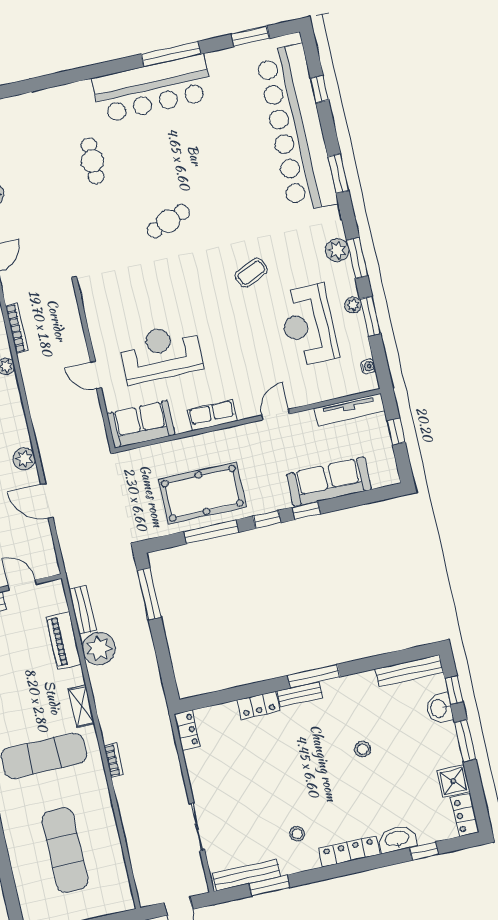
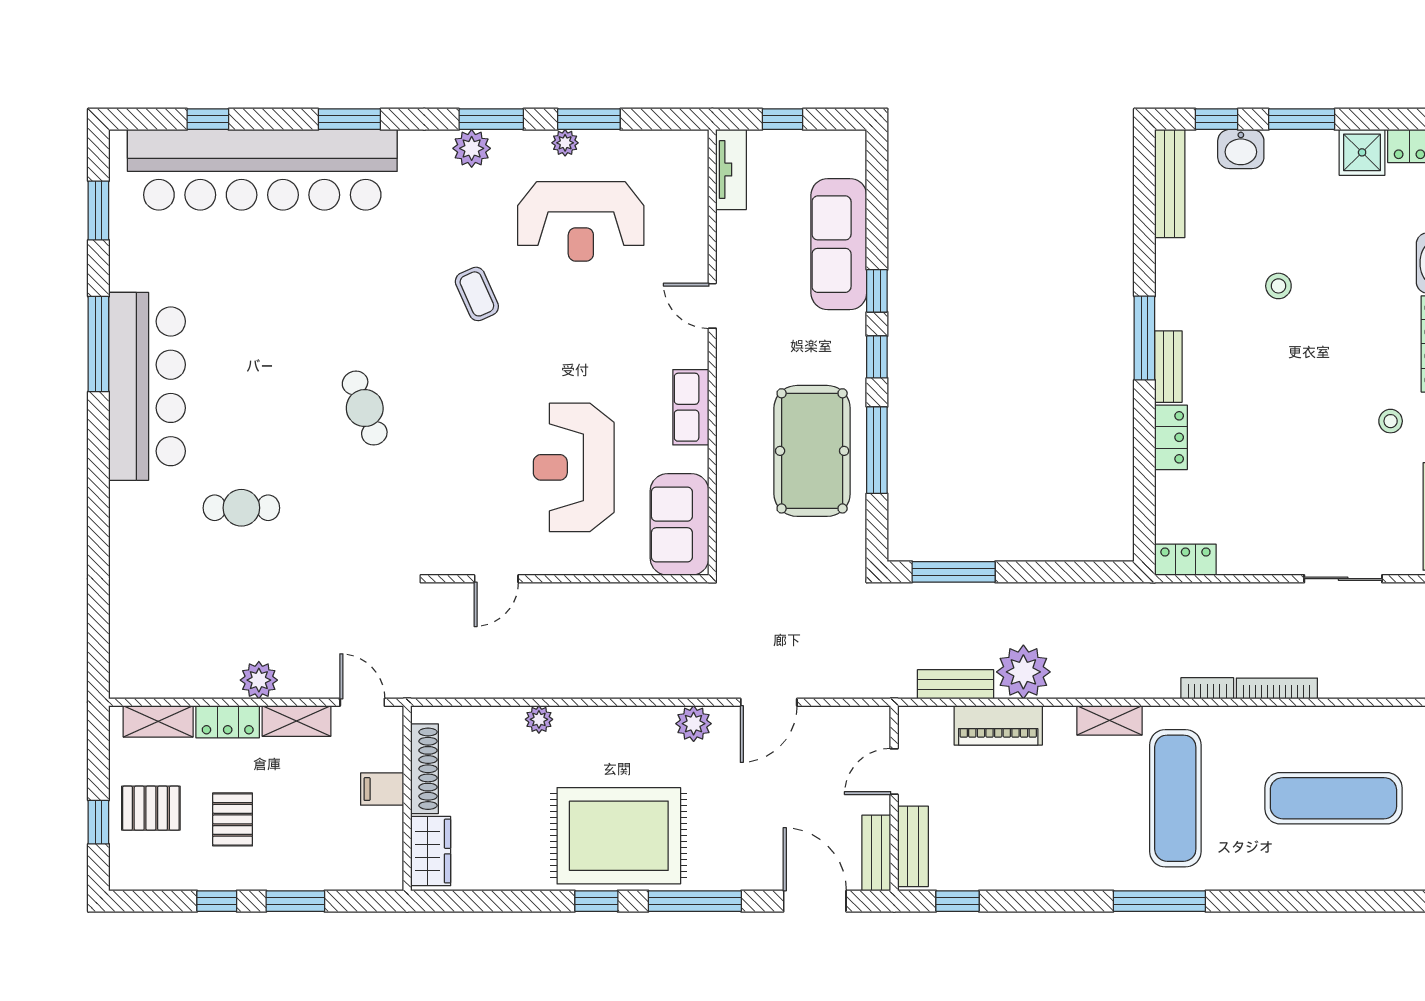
bookcase: (17, 328) -> (1277, 688), moved
water cooler: (368, 366) -> (668, 141), removed
door: (96, 375) -> (496, 579), moved
tv unit: (349, 410) -> (731, 170), width x0.71

